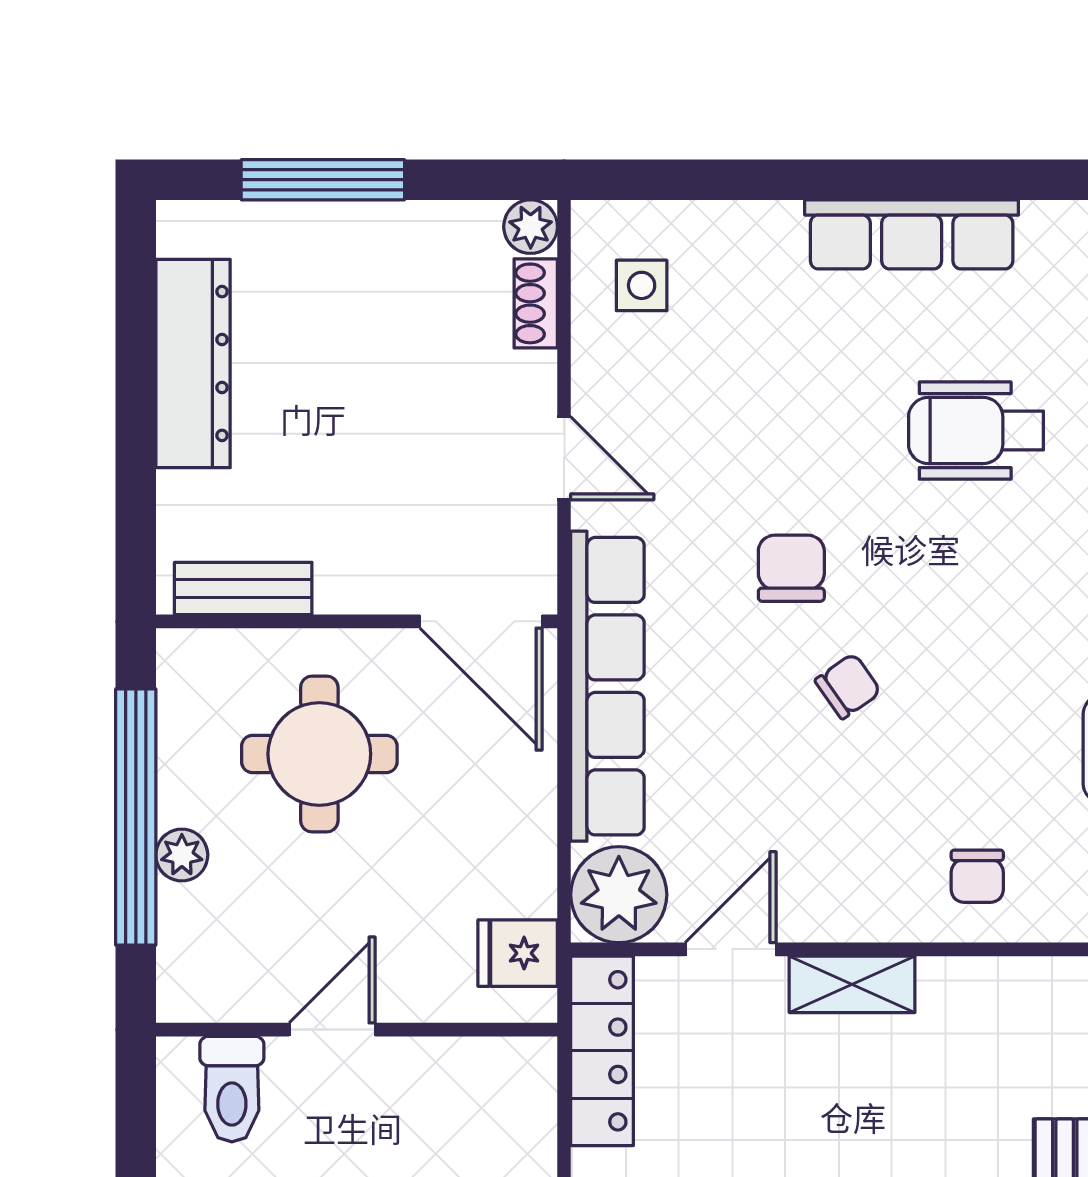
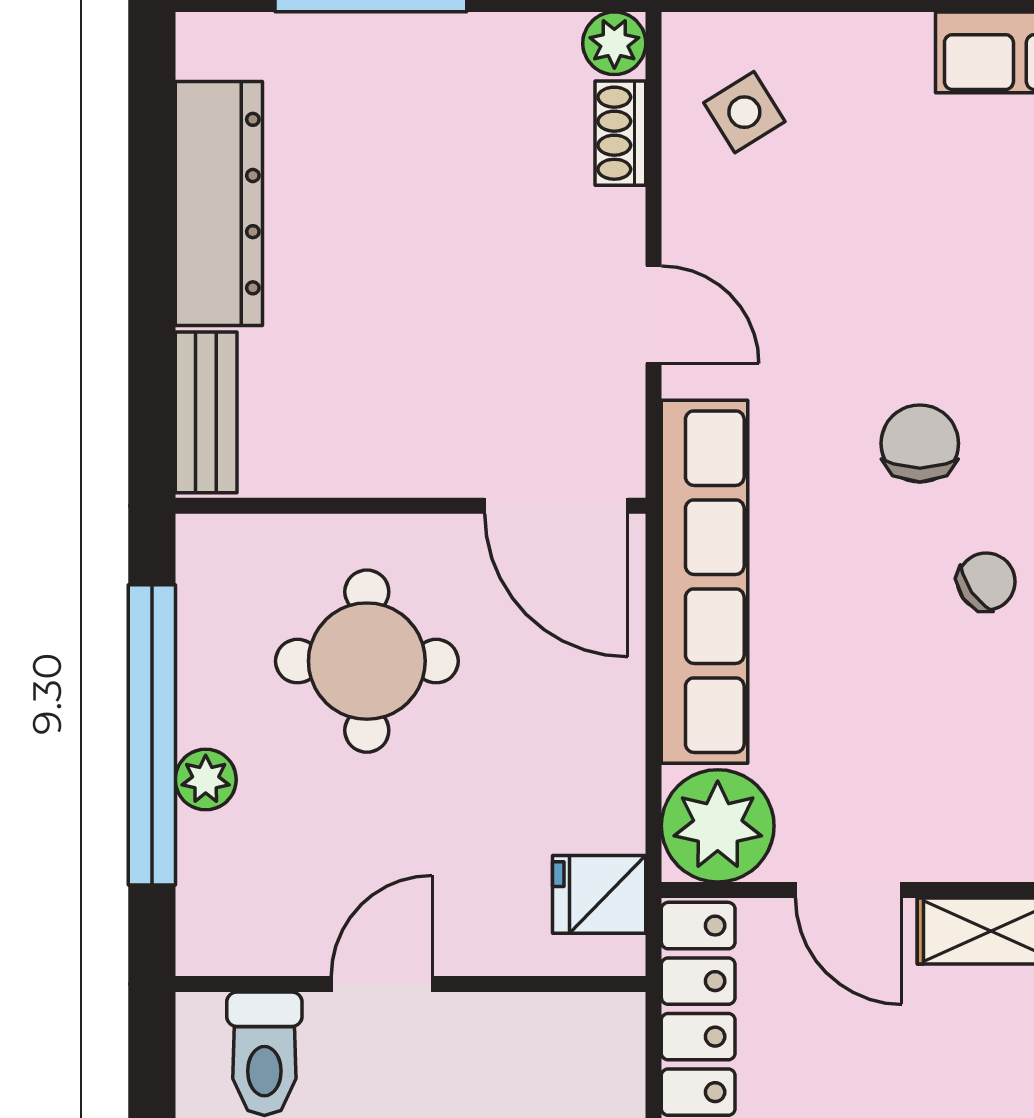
side table: (642, 285) -> (744, 112), turned -32
bench: (243, 588) -> (206, 412), moved, turned 90
door: (731, 949) -> (849, 890), swing flipped

